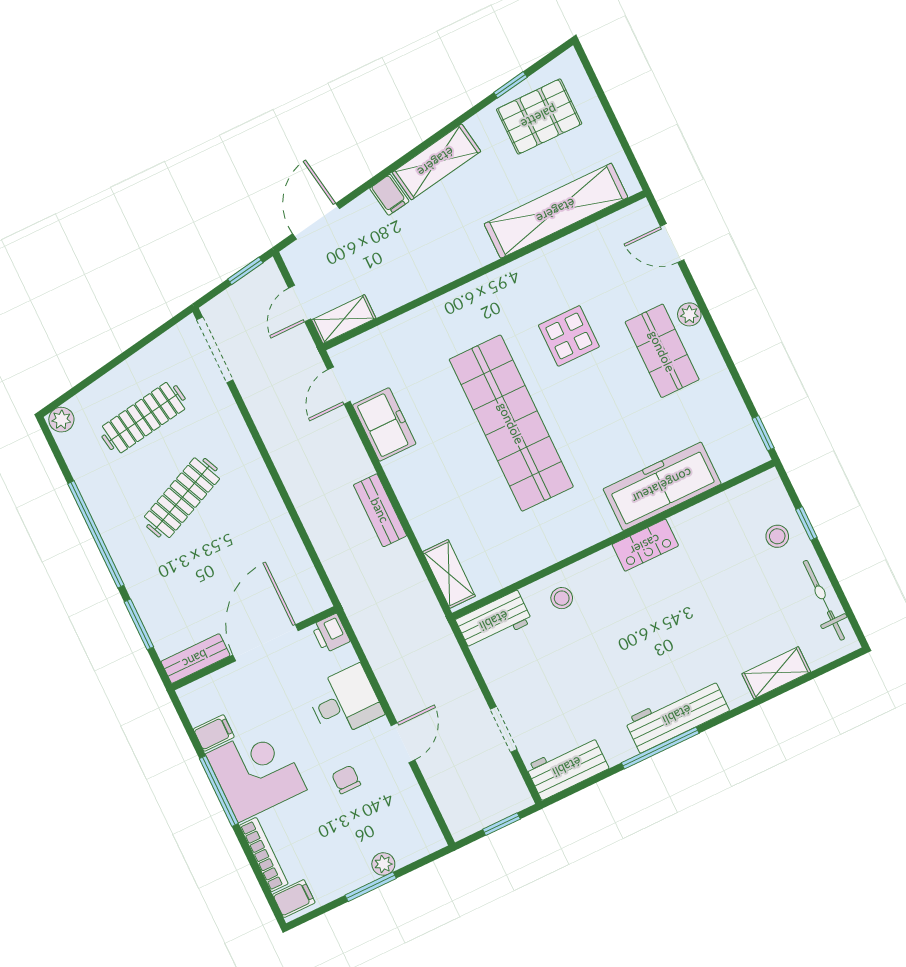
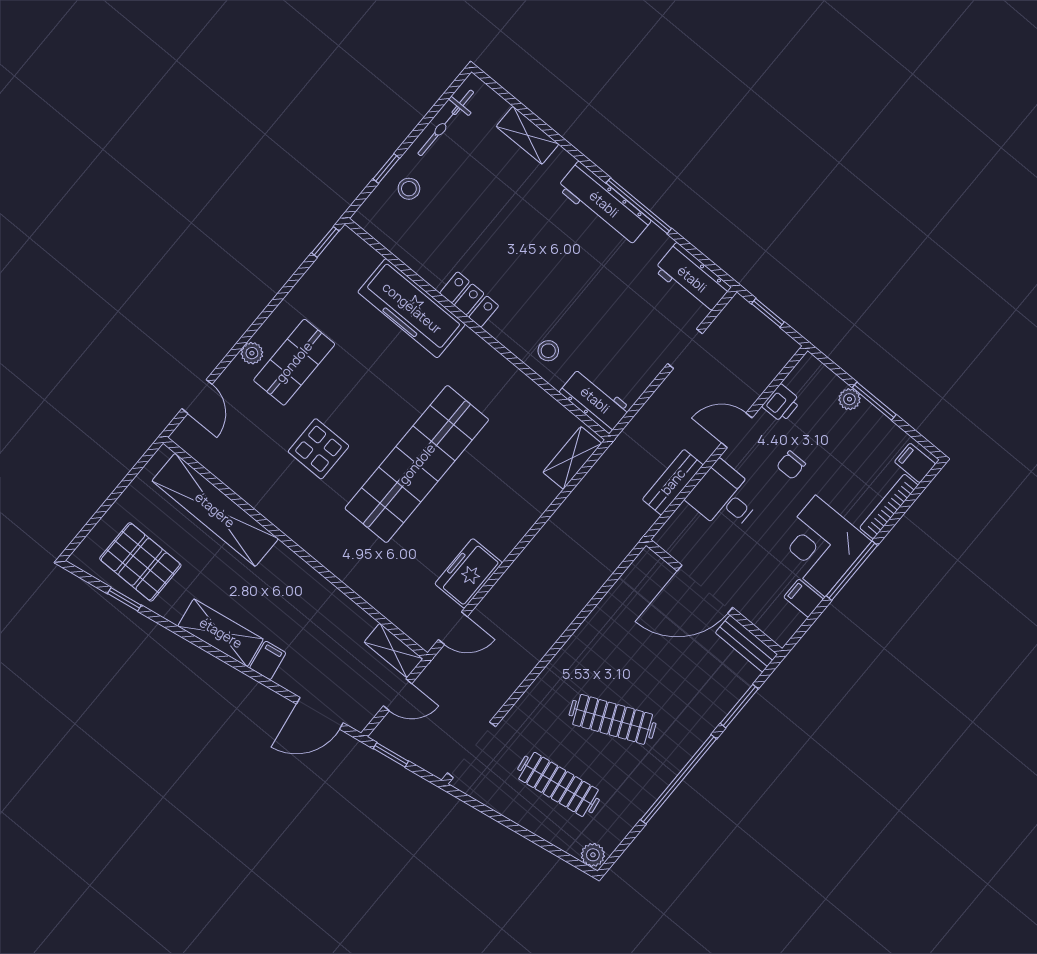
bench: (380, 510) -> (673, 482), moved
printer: (331, 633) -> (781, 403), moved

